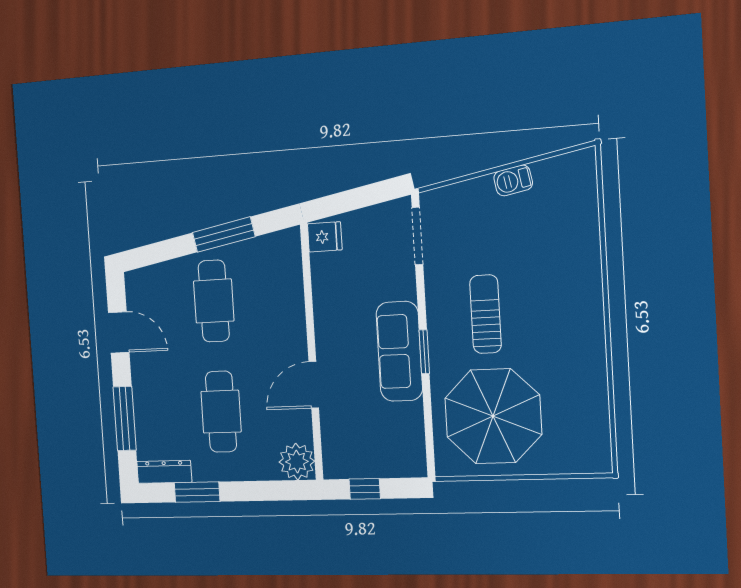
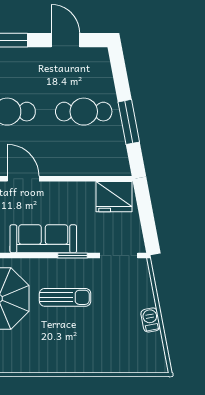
fridge: (325, 237) -> (114, 197), width x1.88, depth x1.34
door: (119, 332) -> (66, 40), swing flipped
window: (424, 352) -> (72, 255), moved

